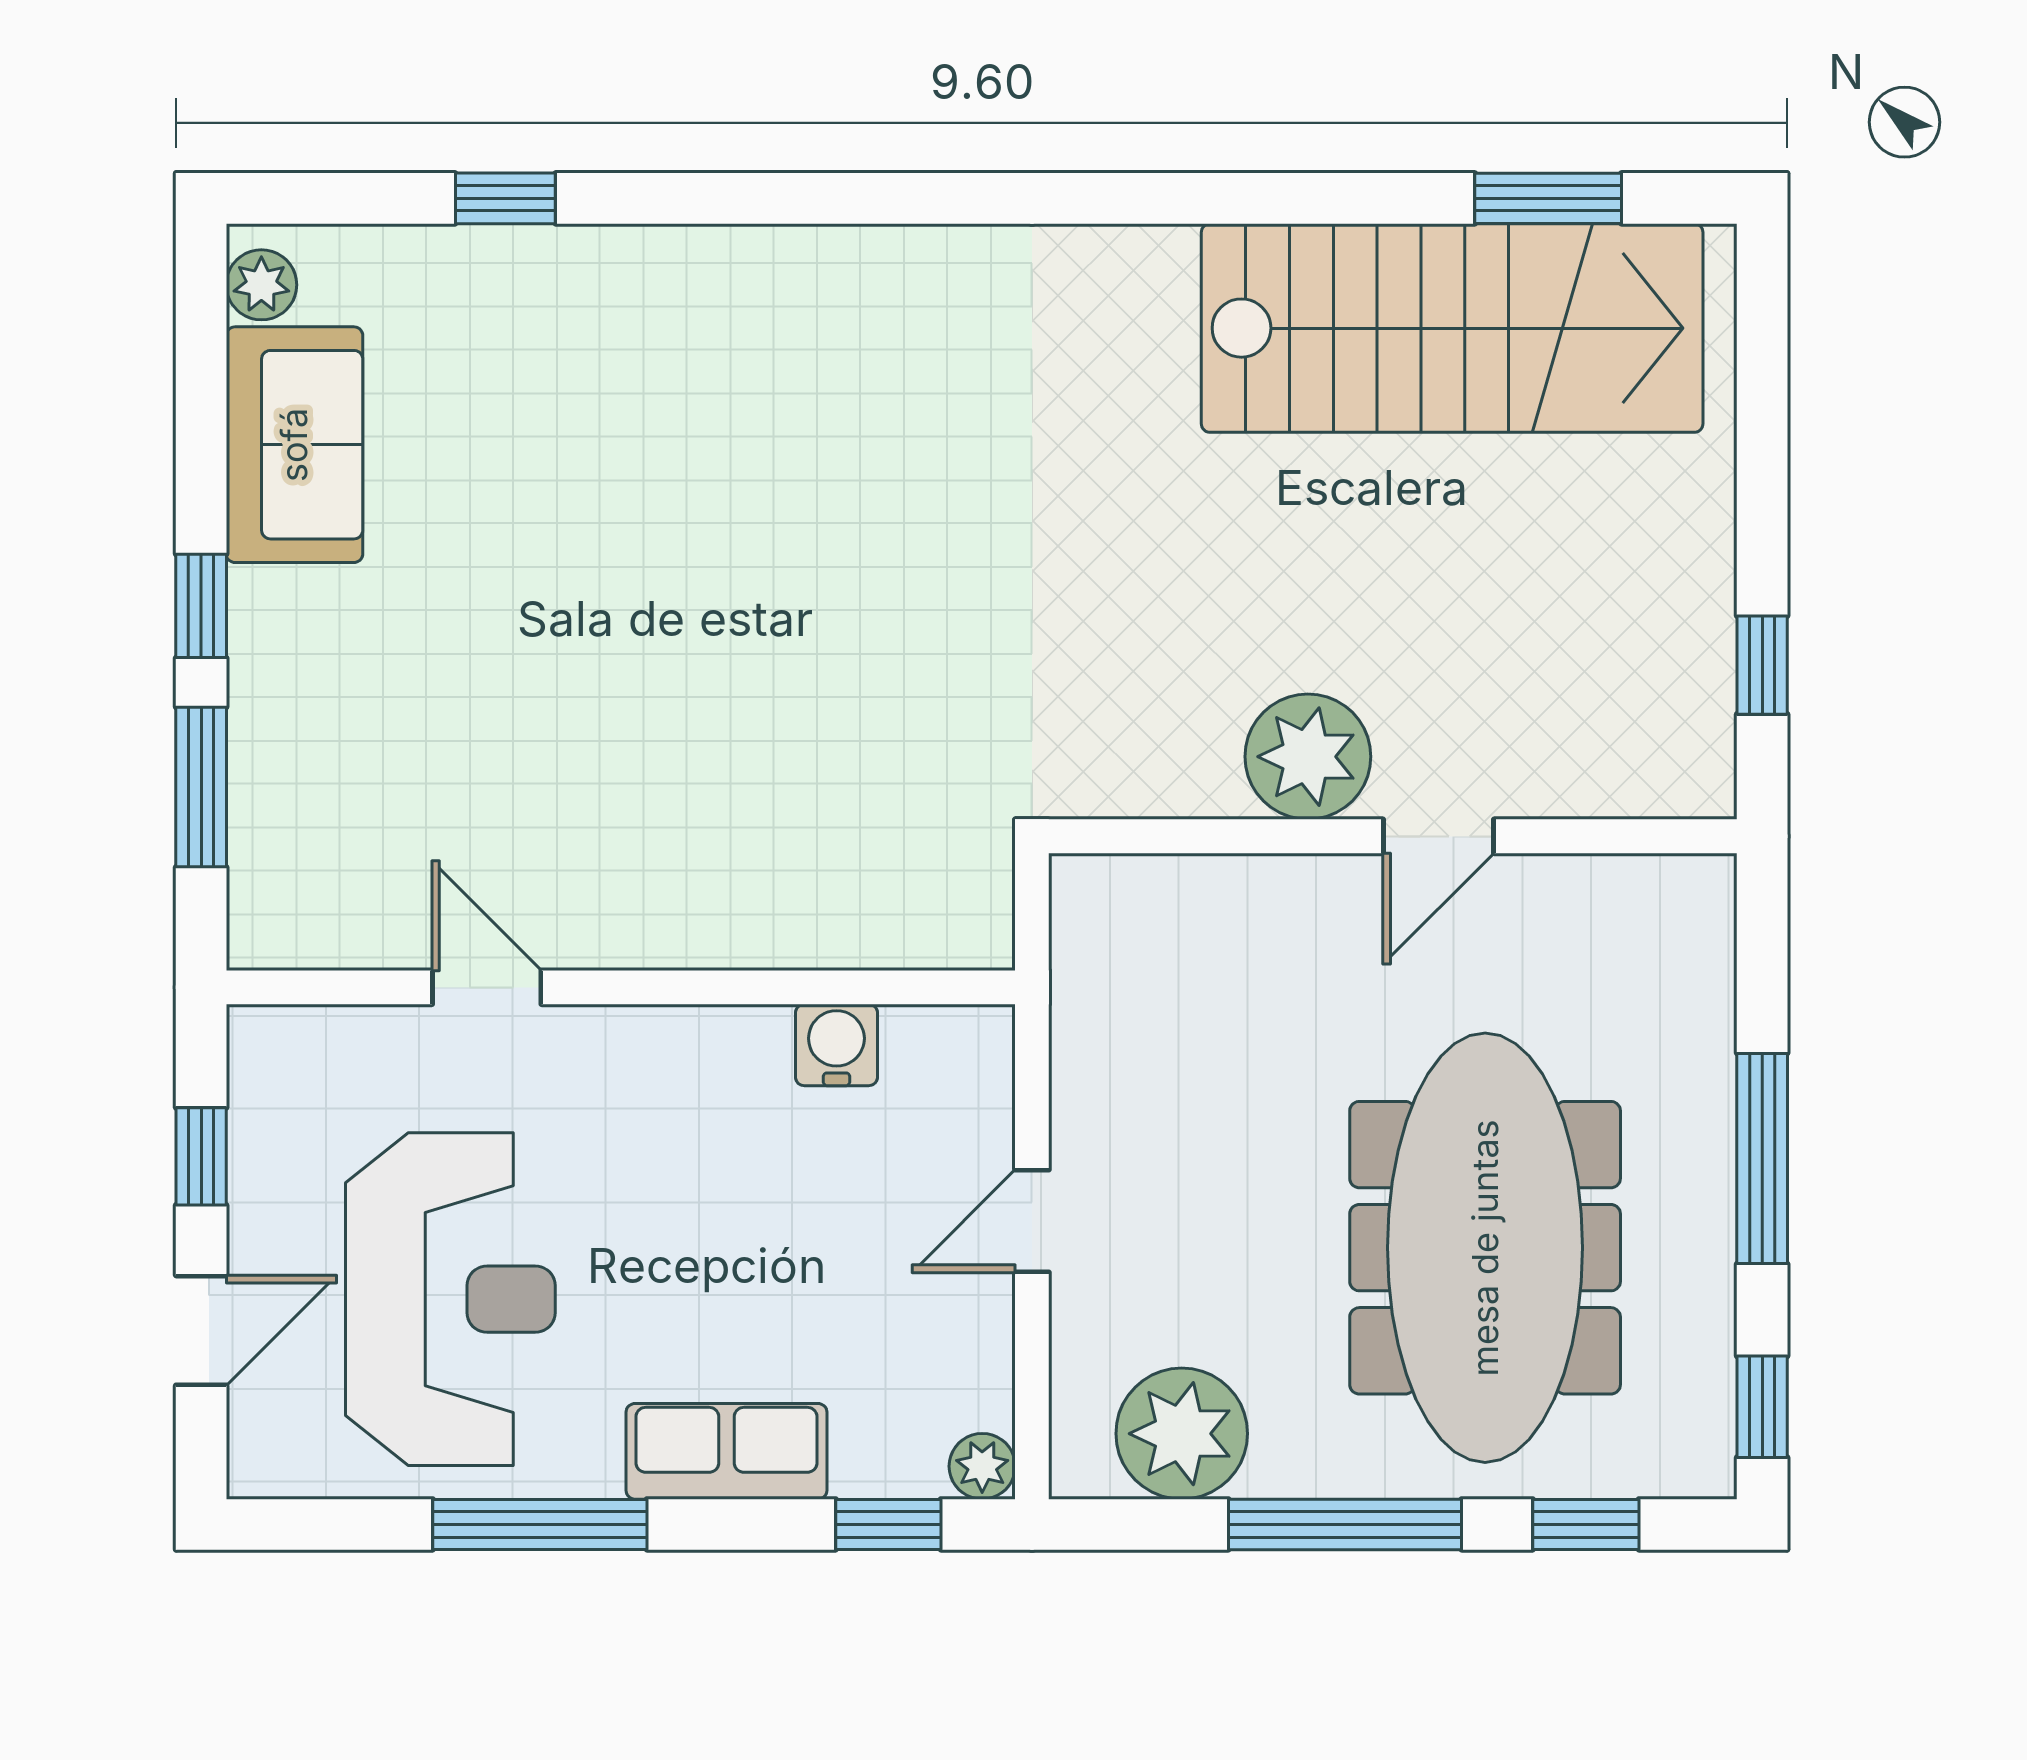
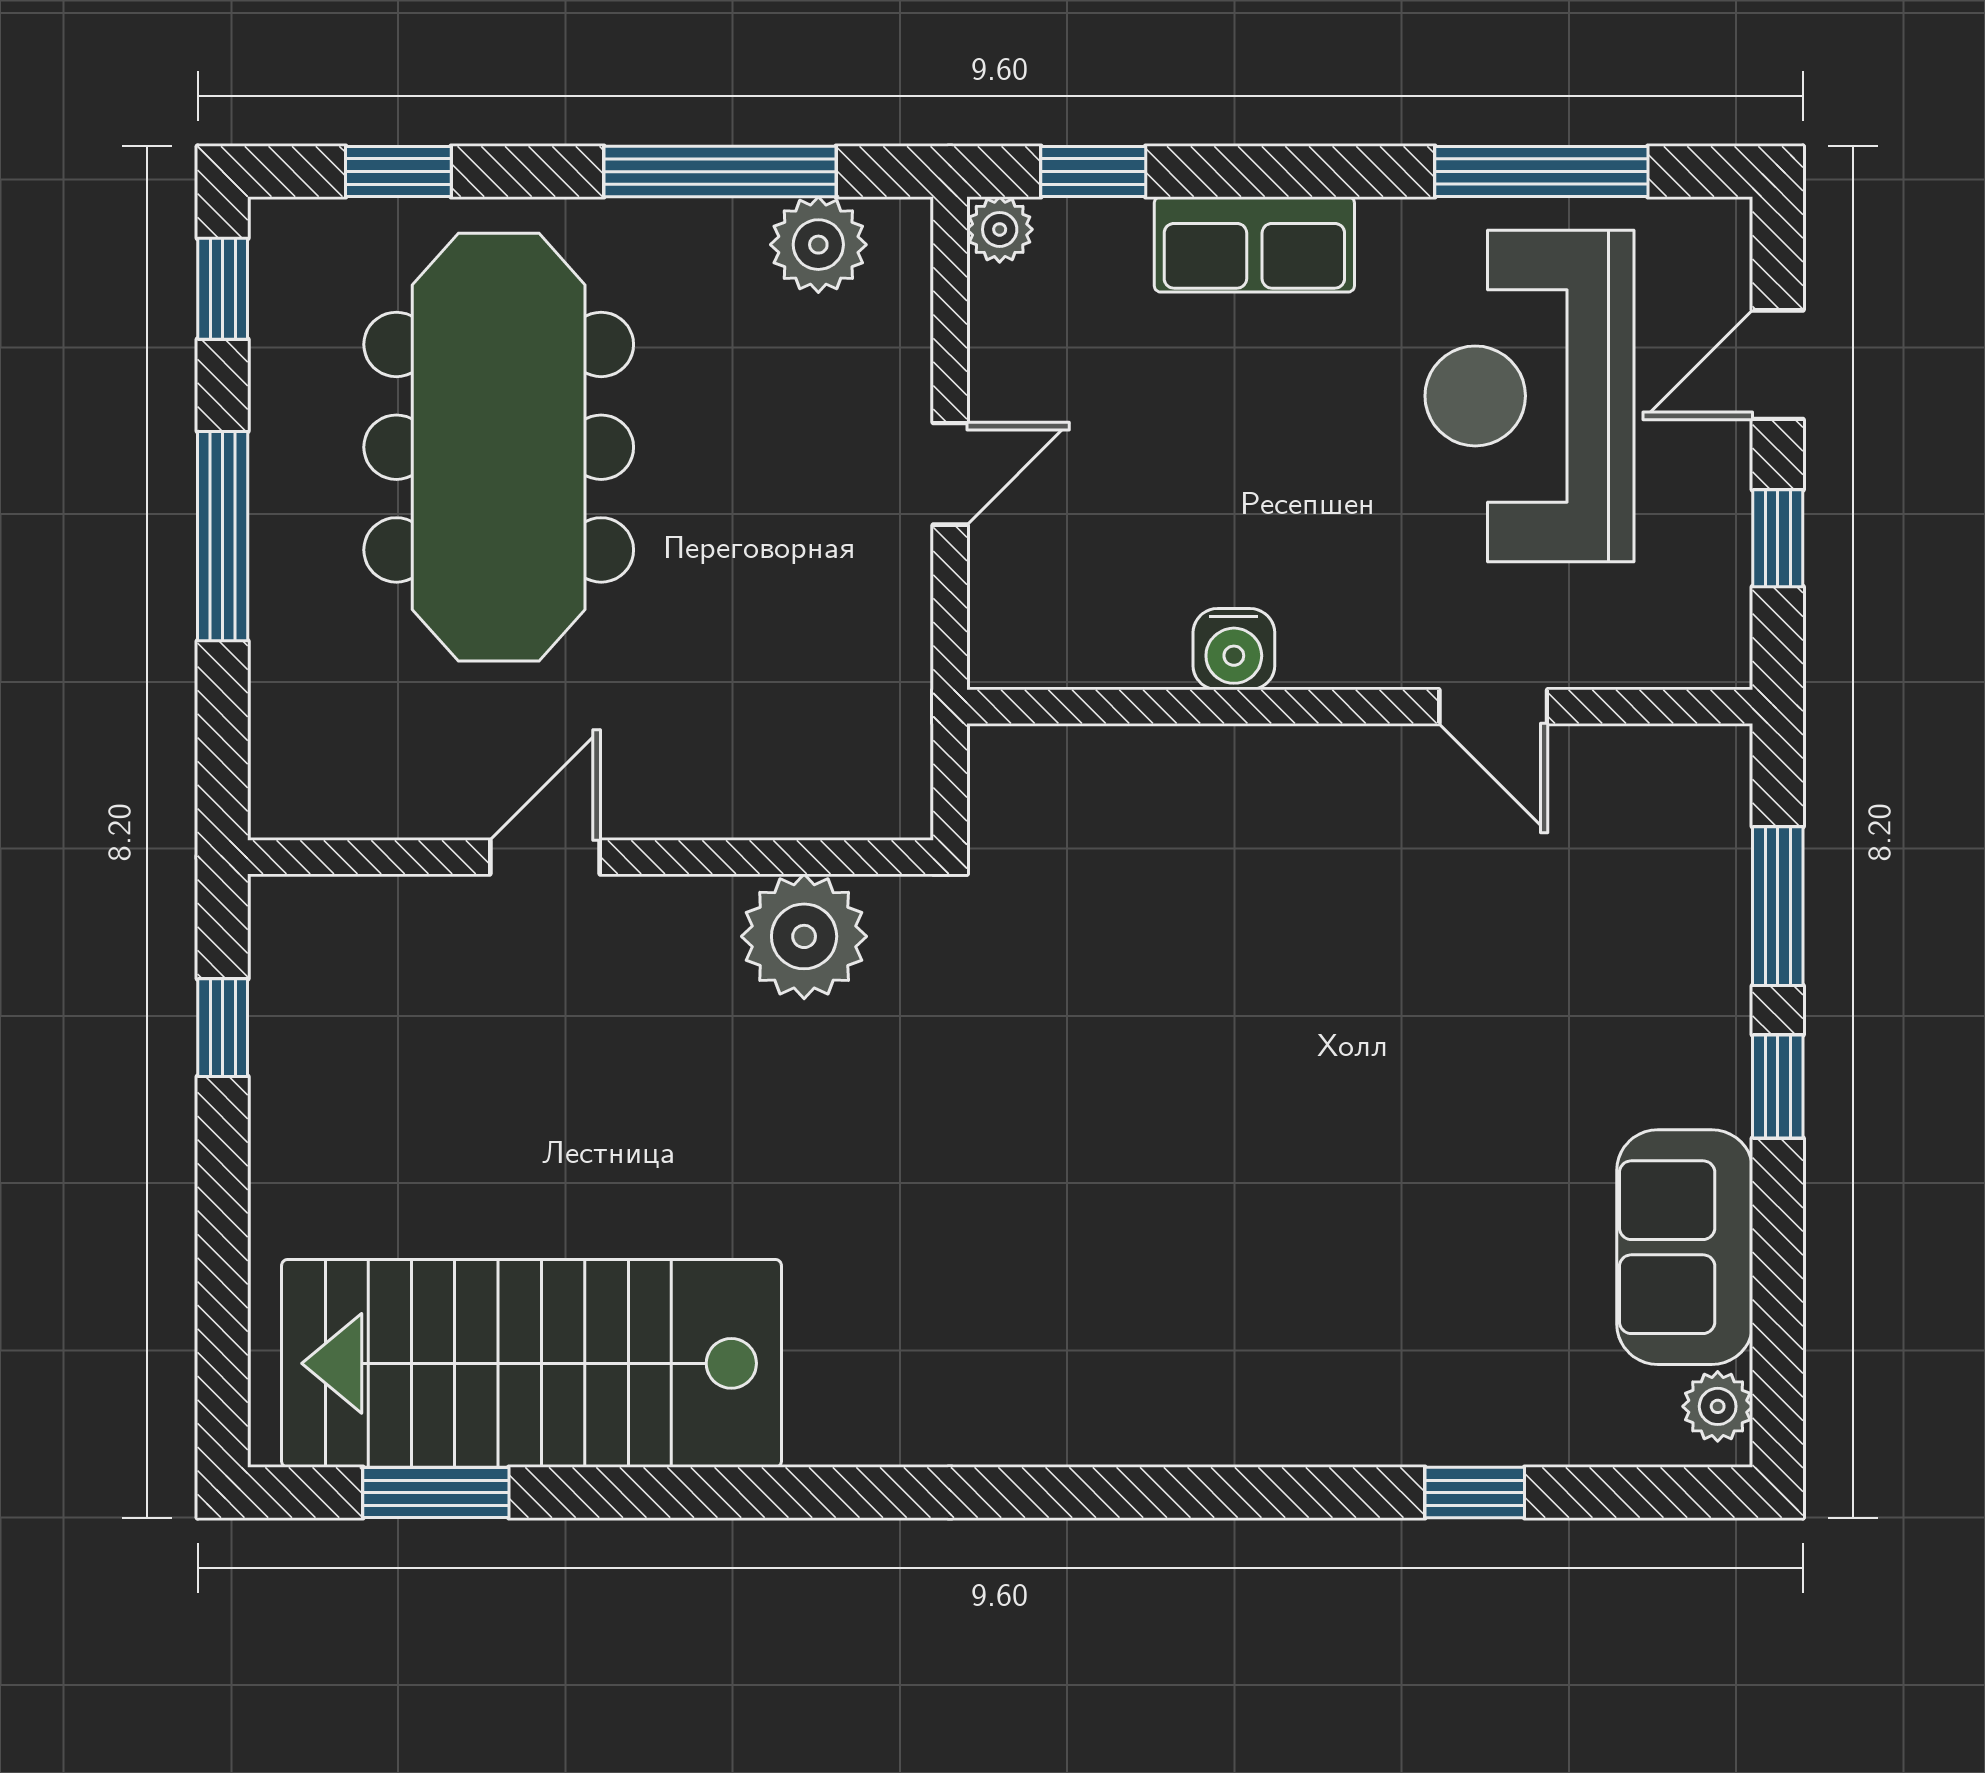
plant: (1308, 757) -> (804, 936), moved
water cooler: (836, 1045) -> (1234, 649), moved
plant: (1182, 1434) -> (818, 245), width x0.73, depth x0.73
window: (540, 1524) -> (1541, 172), moved
window: (1345, 1524) -> (720, 172), moved

